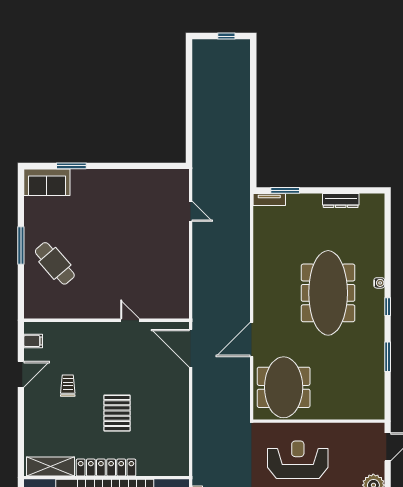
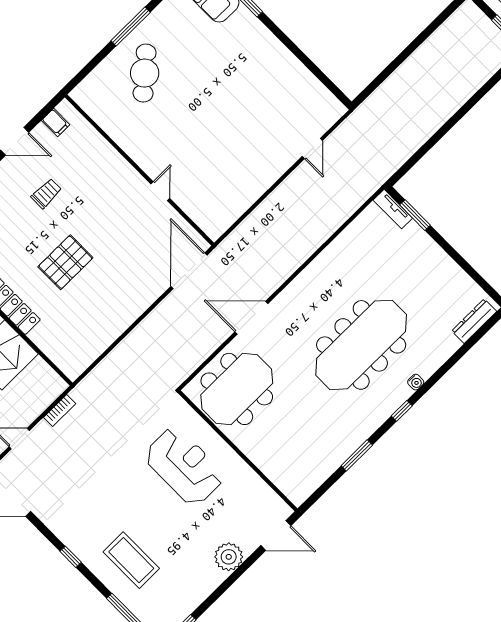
dresser: (341, 201) -> (474, 321), moved, turned 90

